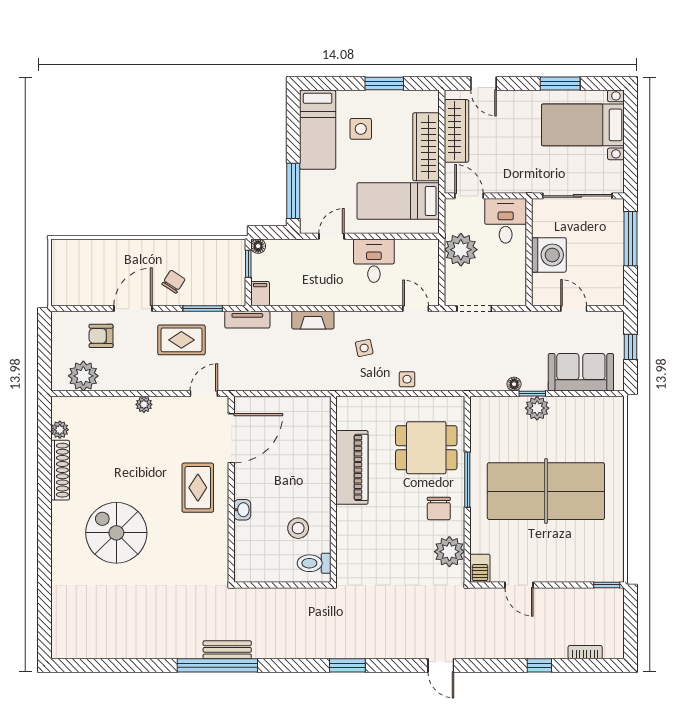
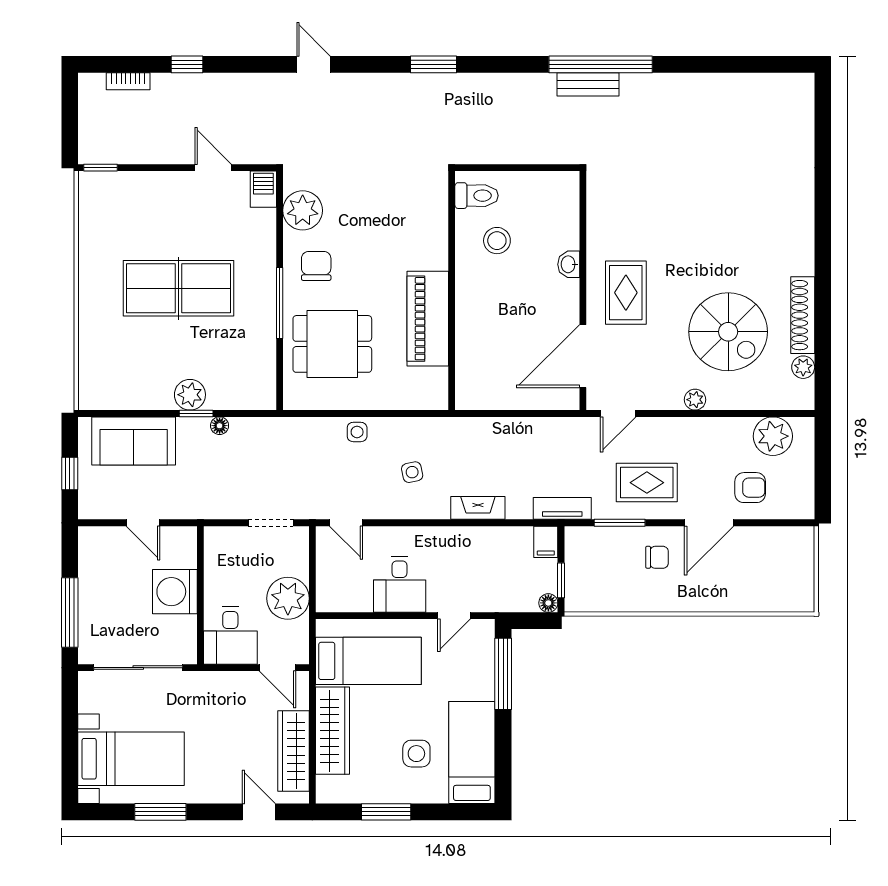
chair: (174, 282) -> (657, 557), turned -123
table tennis table: (546, 491) -> (178, 288), width x0.73, depth x0.76
spiral stairs: (116, 533) -> (728, 332), moved

